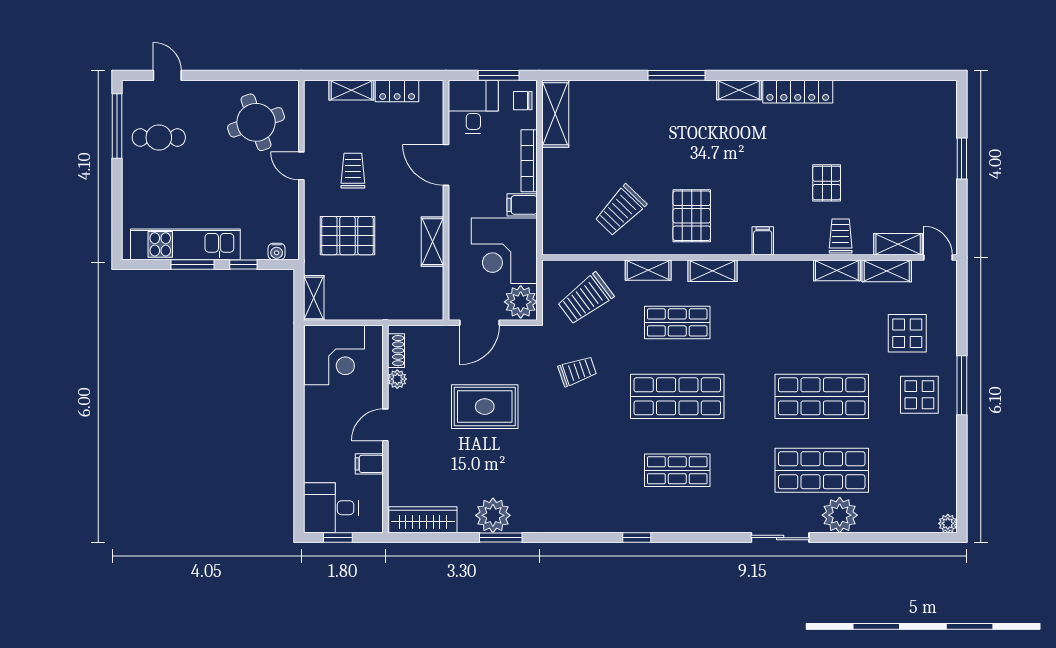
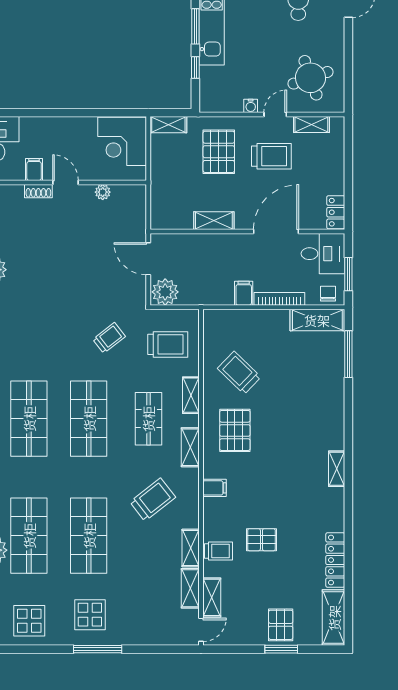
window: (676, 75) -> (348, 354), moved
shelving: (351, 90) -> (311, 124), moved, turned 90
locker: (397, 91) -> (336, 212), moved
locker: (798, 92) -> (335, 560), moved
shelving: (923, 94) -> (334, 618), added
pallet: (932, 159) -> (281, 625), added
door: (446, 165) -> (276, 232), width x1.36
trolley: (353, 171) -> (271, 156), width x1.36, depth x1.39
pallet: (692, 216) -> (235, 430), turned 90
water cooler: (277, 251) -> (251, 106), moved, turned -90
corner desk: (504, 251) -> (207, 279), removed
trolley: (585, 299) -> (168, 344), turned 127
trolley: (777, 317) -> (153, 500), added
display table: (907, 333) -> (29, 621), moved
shoe rack: (396, 351) -> (38, 191), moved
trolley: (577, 371) -> (109, 338), turned -109
rug: (485, 407) -> (80, 263), removed
shop shelf: (677, 470) -> (29, 419), width x1.43, depth x1.36

